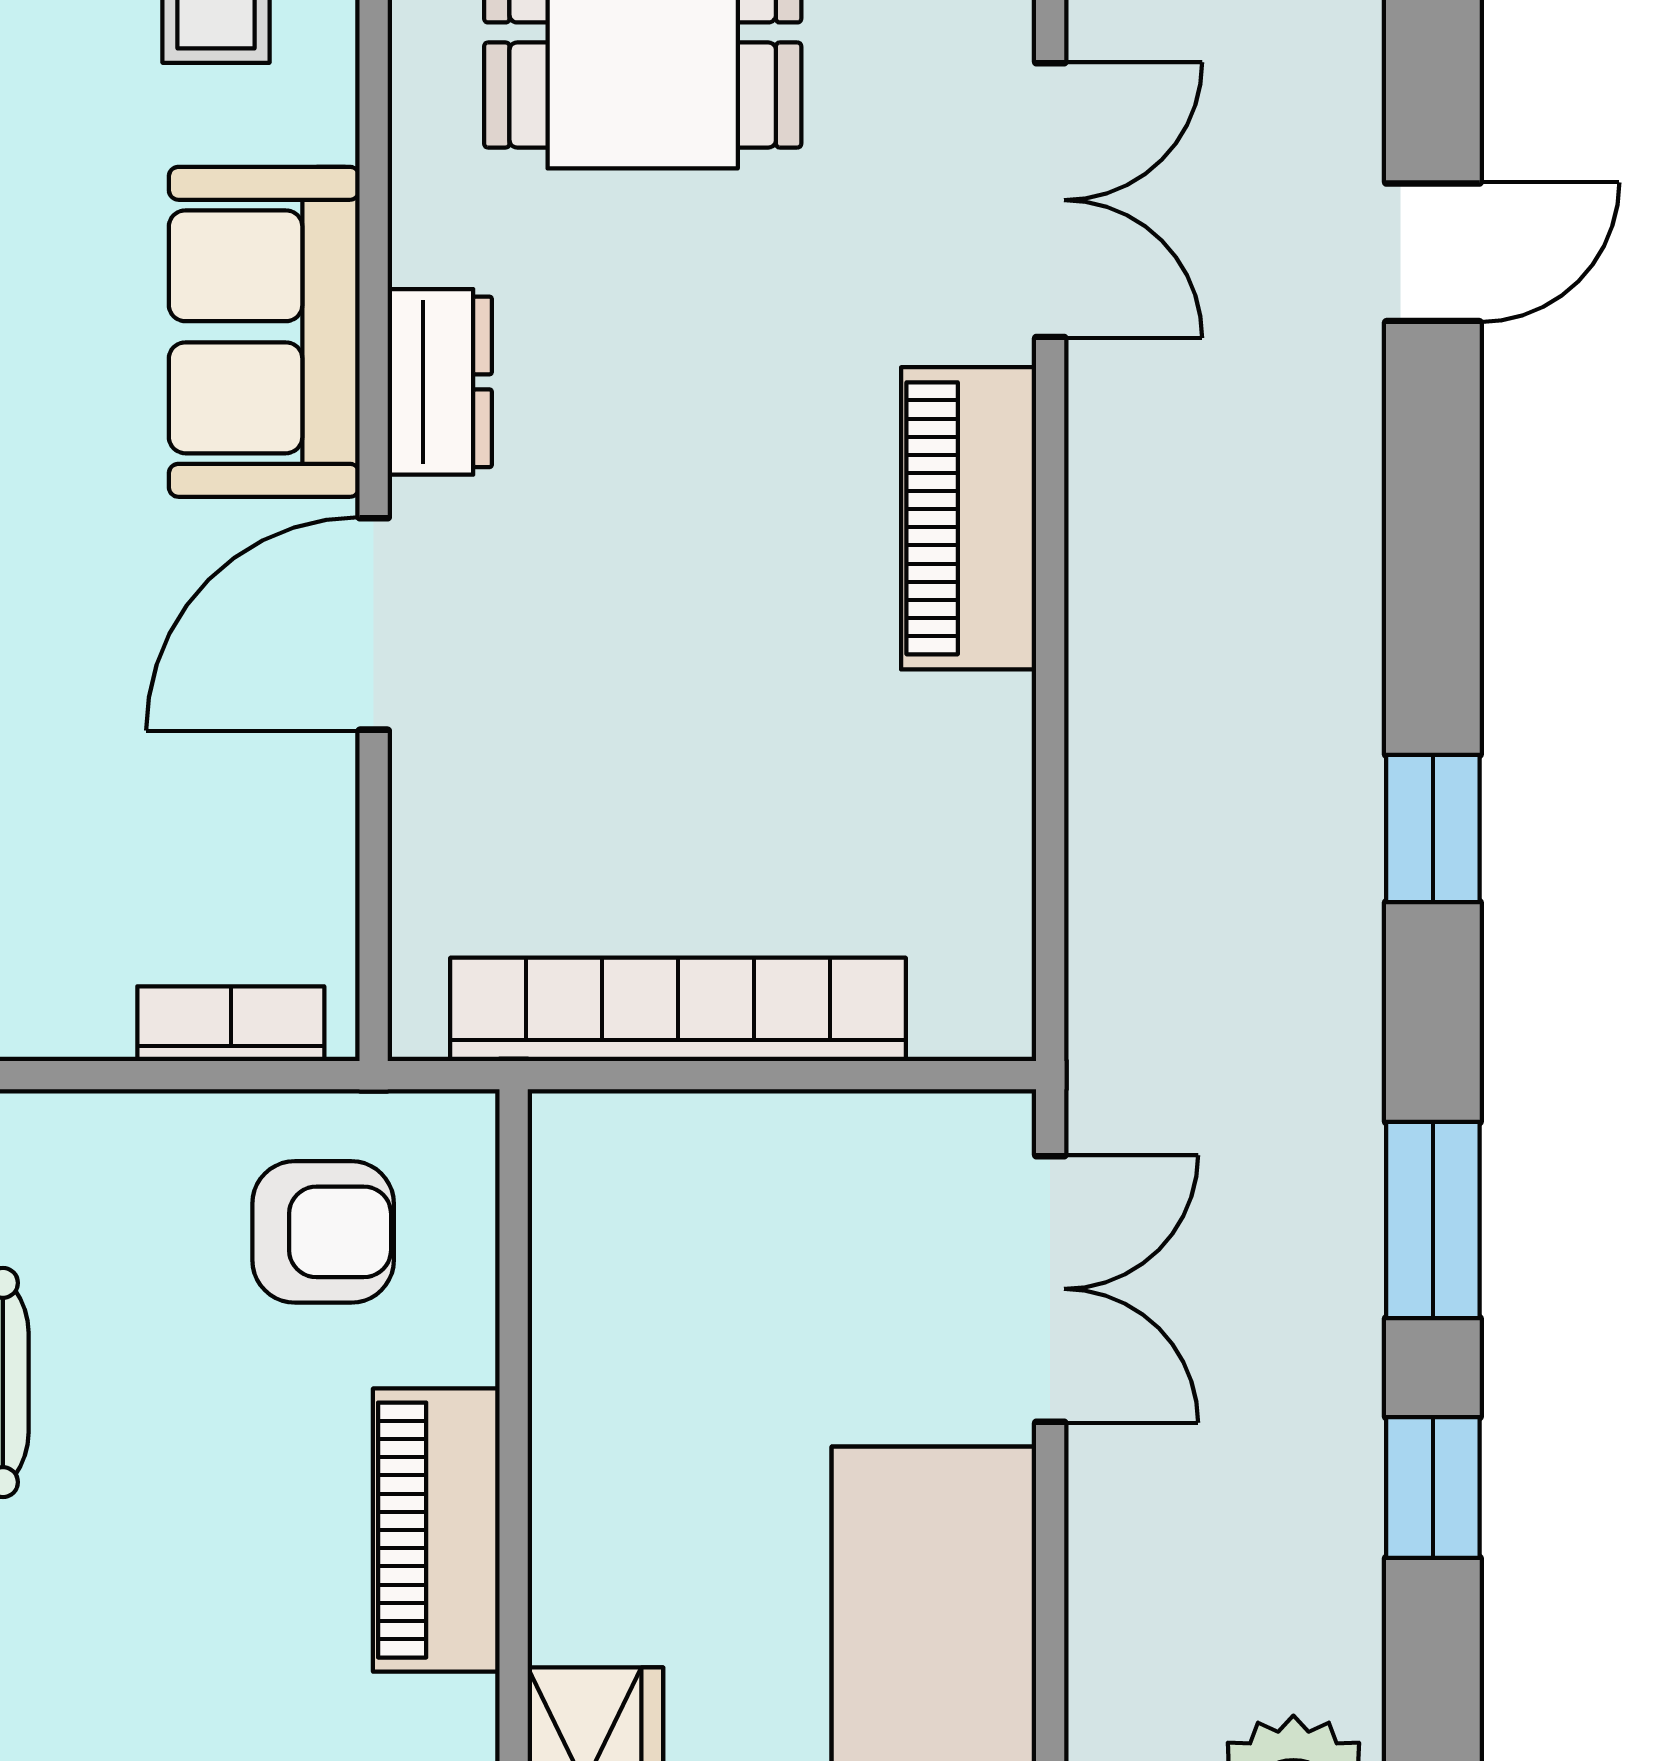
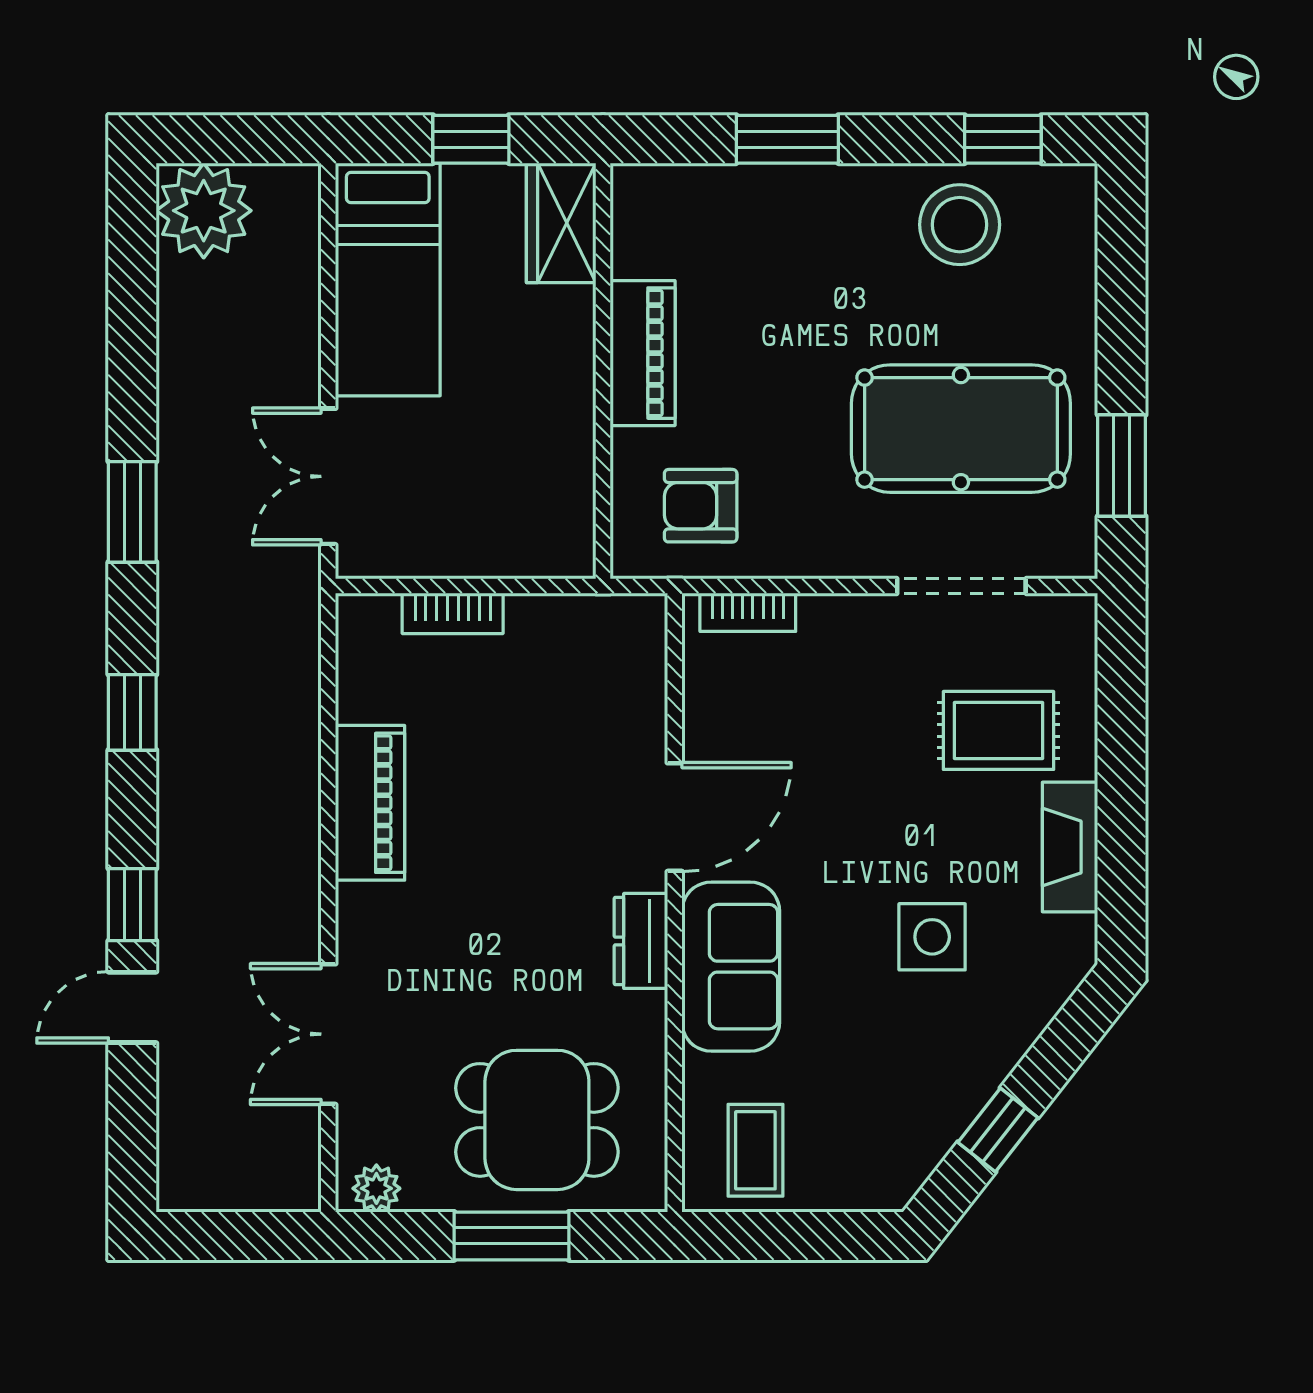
piano: (969, 518) -> (370, 803), moved
bookcase: (678, 1009) -> (453, 613), width x0.43, depth x0.76
window: (1433, 1488) -> (132, 905), moved

